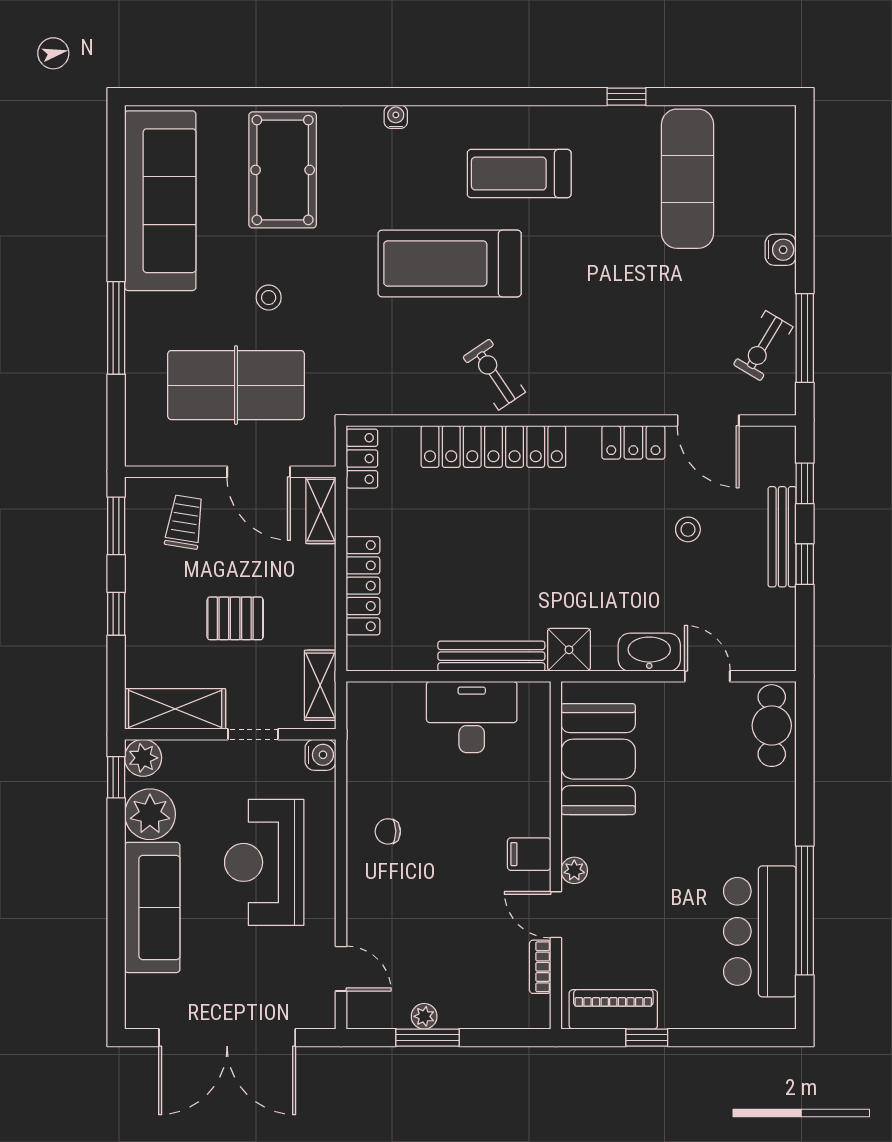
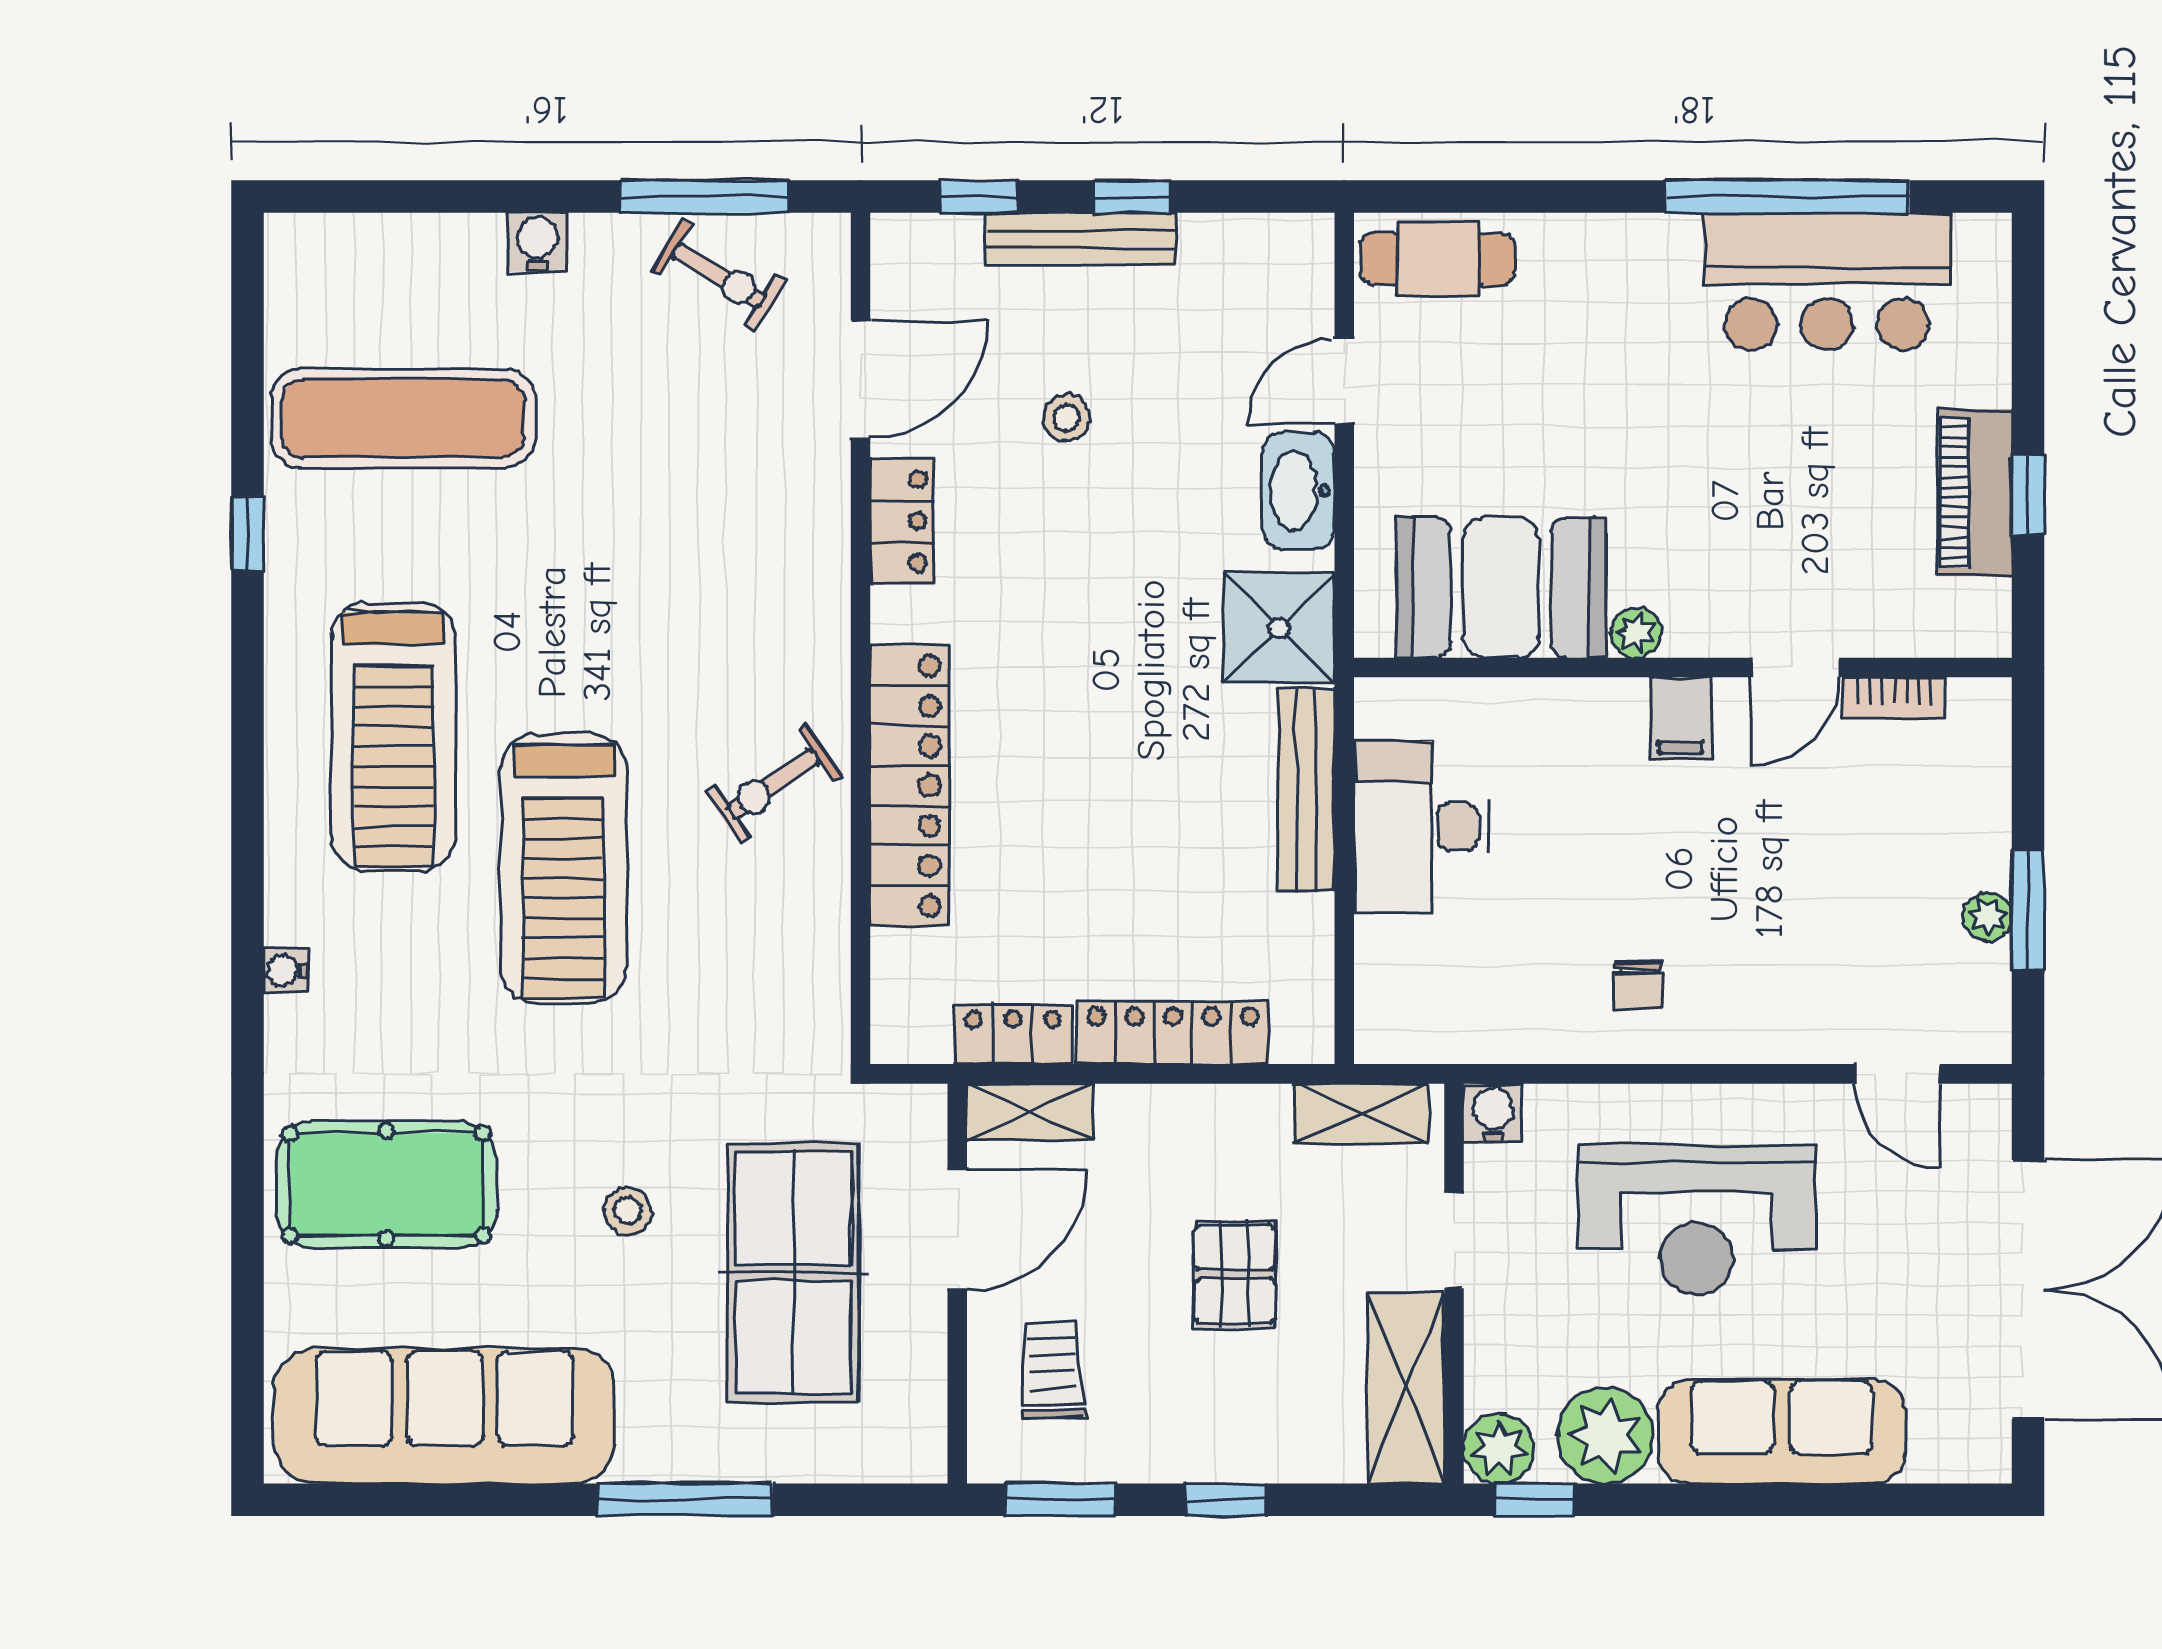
treadmill: (519, 174) -> (393, 737), width x1.37, depth x1.38
locker: (362, 459) -> (1013, 1034), moved
trolley: (185, 522) -> (1052, 1370), turned 79
shower: (569, 650) -> (1279, 628), width x1.36, depth x1.36
plant: (574, 870) -> (1636, 633), moved
door: (341, 969) -> (1897, 1074), swing flipped
piano: (613, 1009) -> (1975, 493), moved

